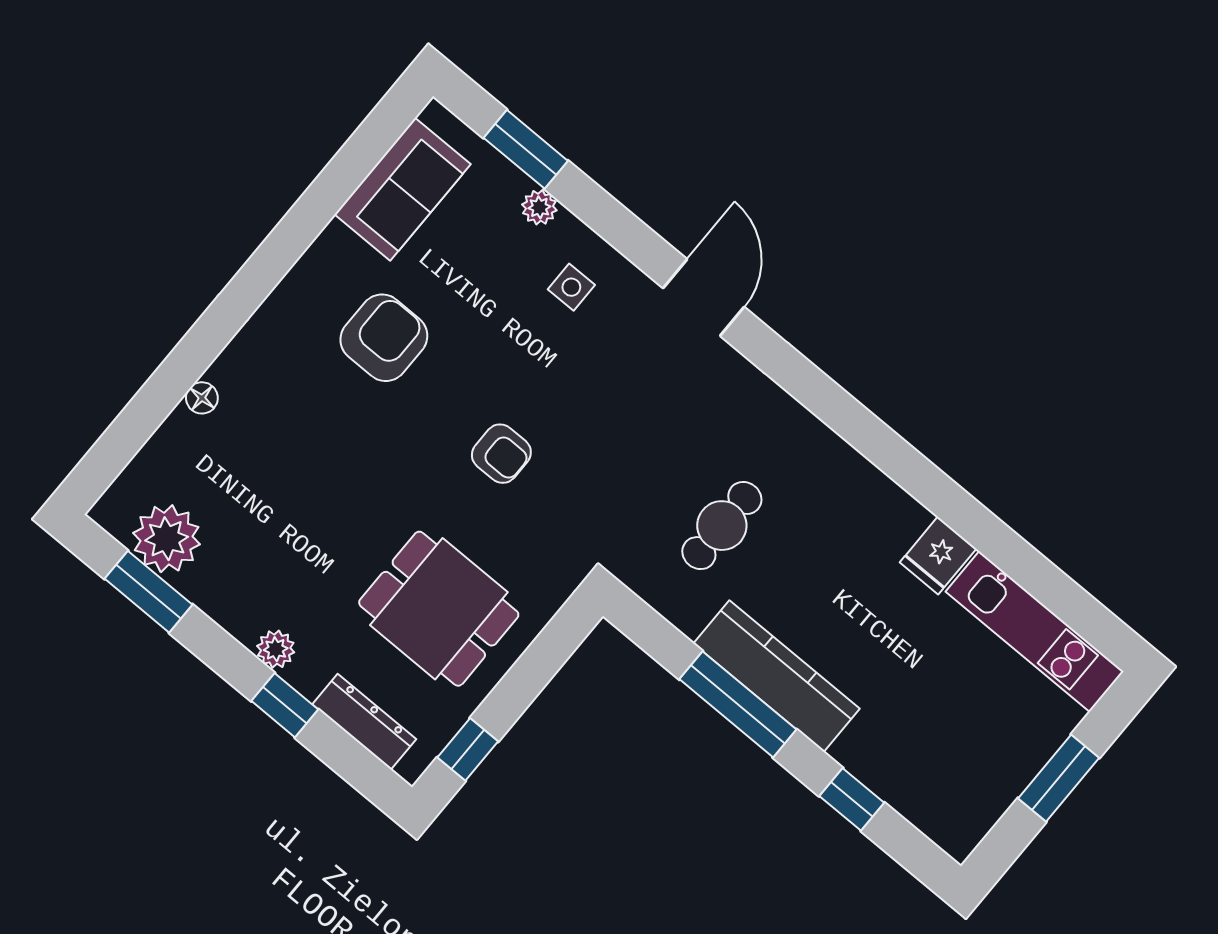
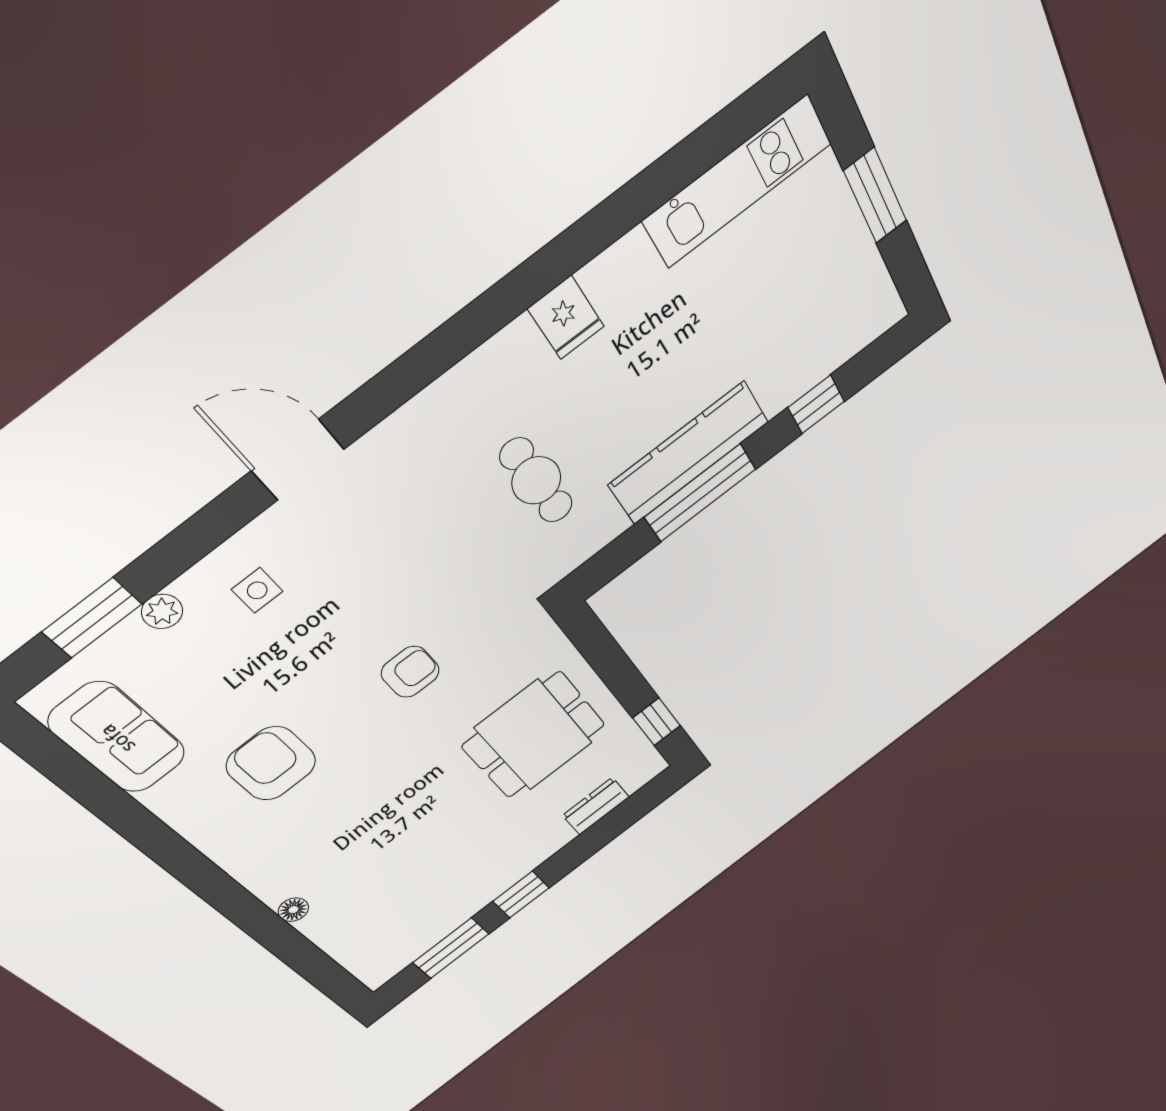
plant: (167, 539) -> (411, 936), removed
fridge: (938, 555) -> (566, 318), moved
plant: (276, 649) -> (527, 860), removed
window: (285, 705) -> (521, 895), moved
dresser: (364, 722) -> (596, 806), width x0.70

